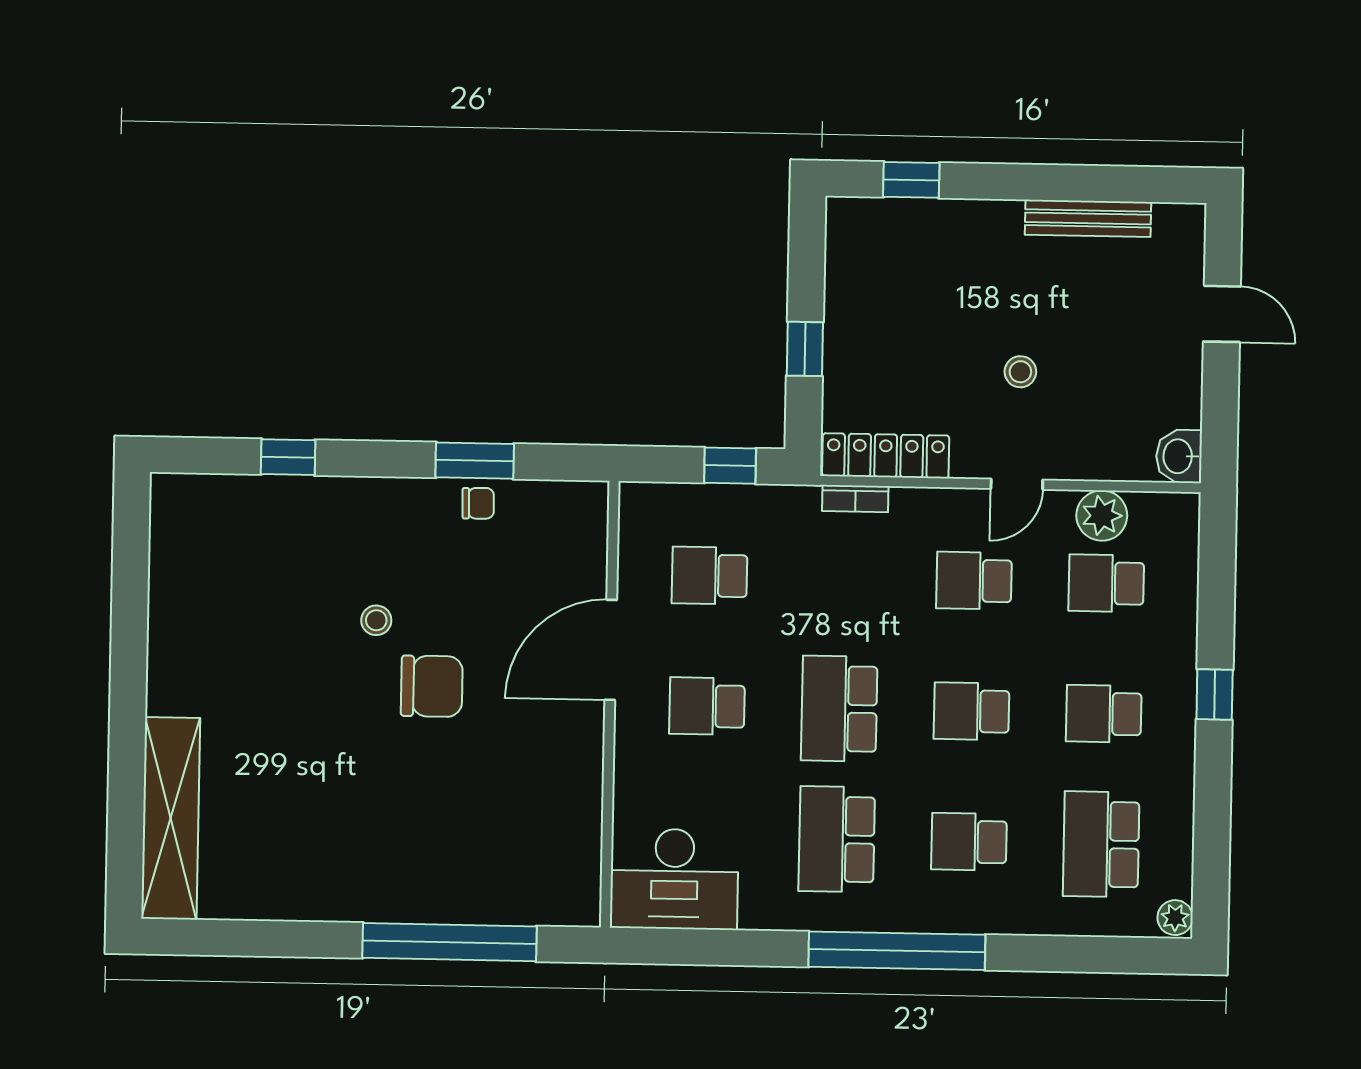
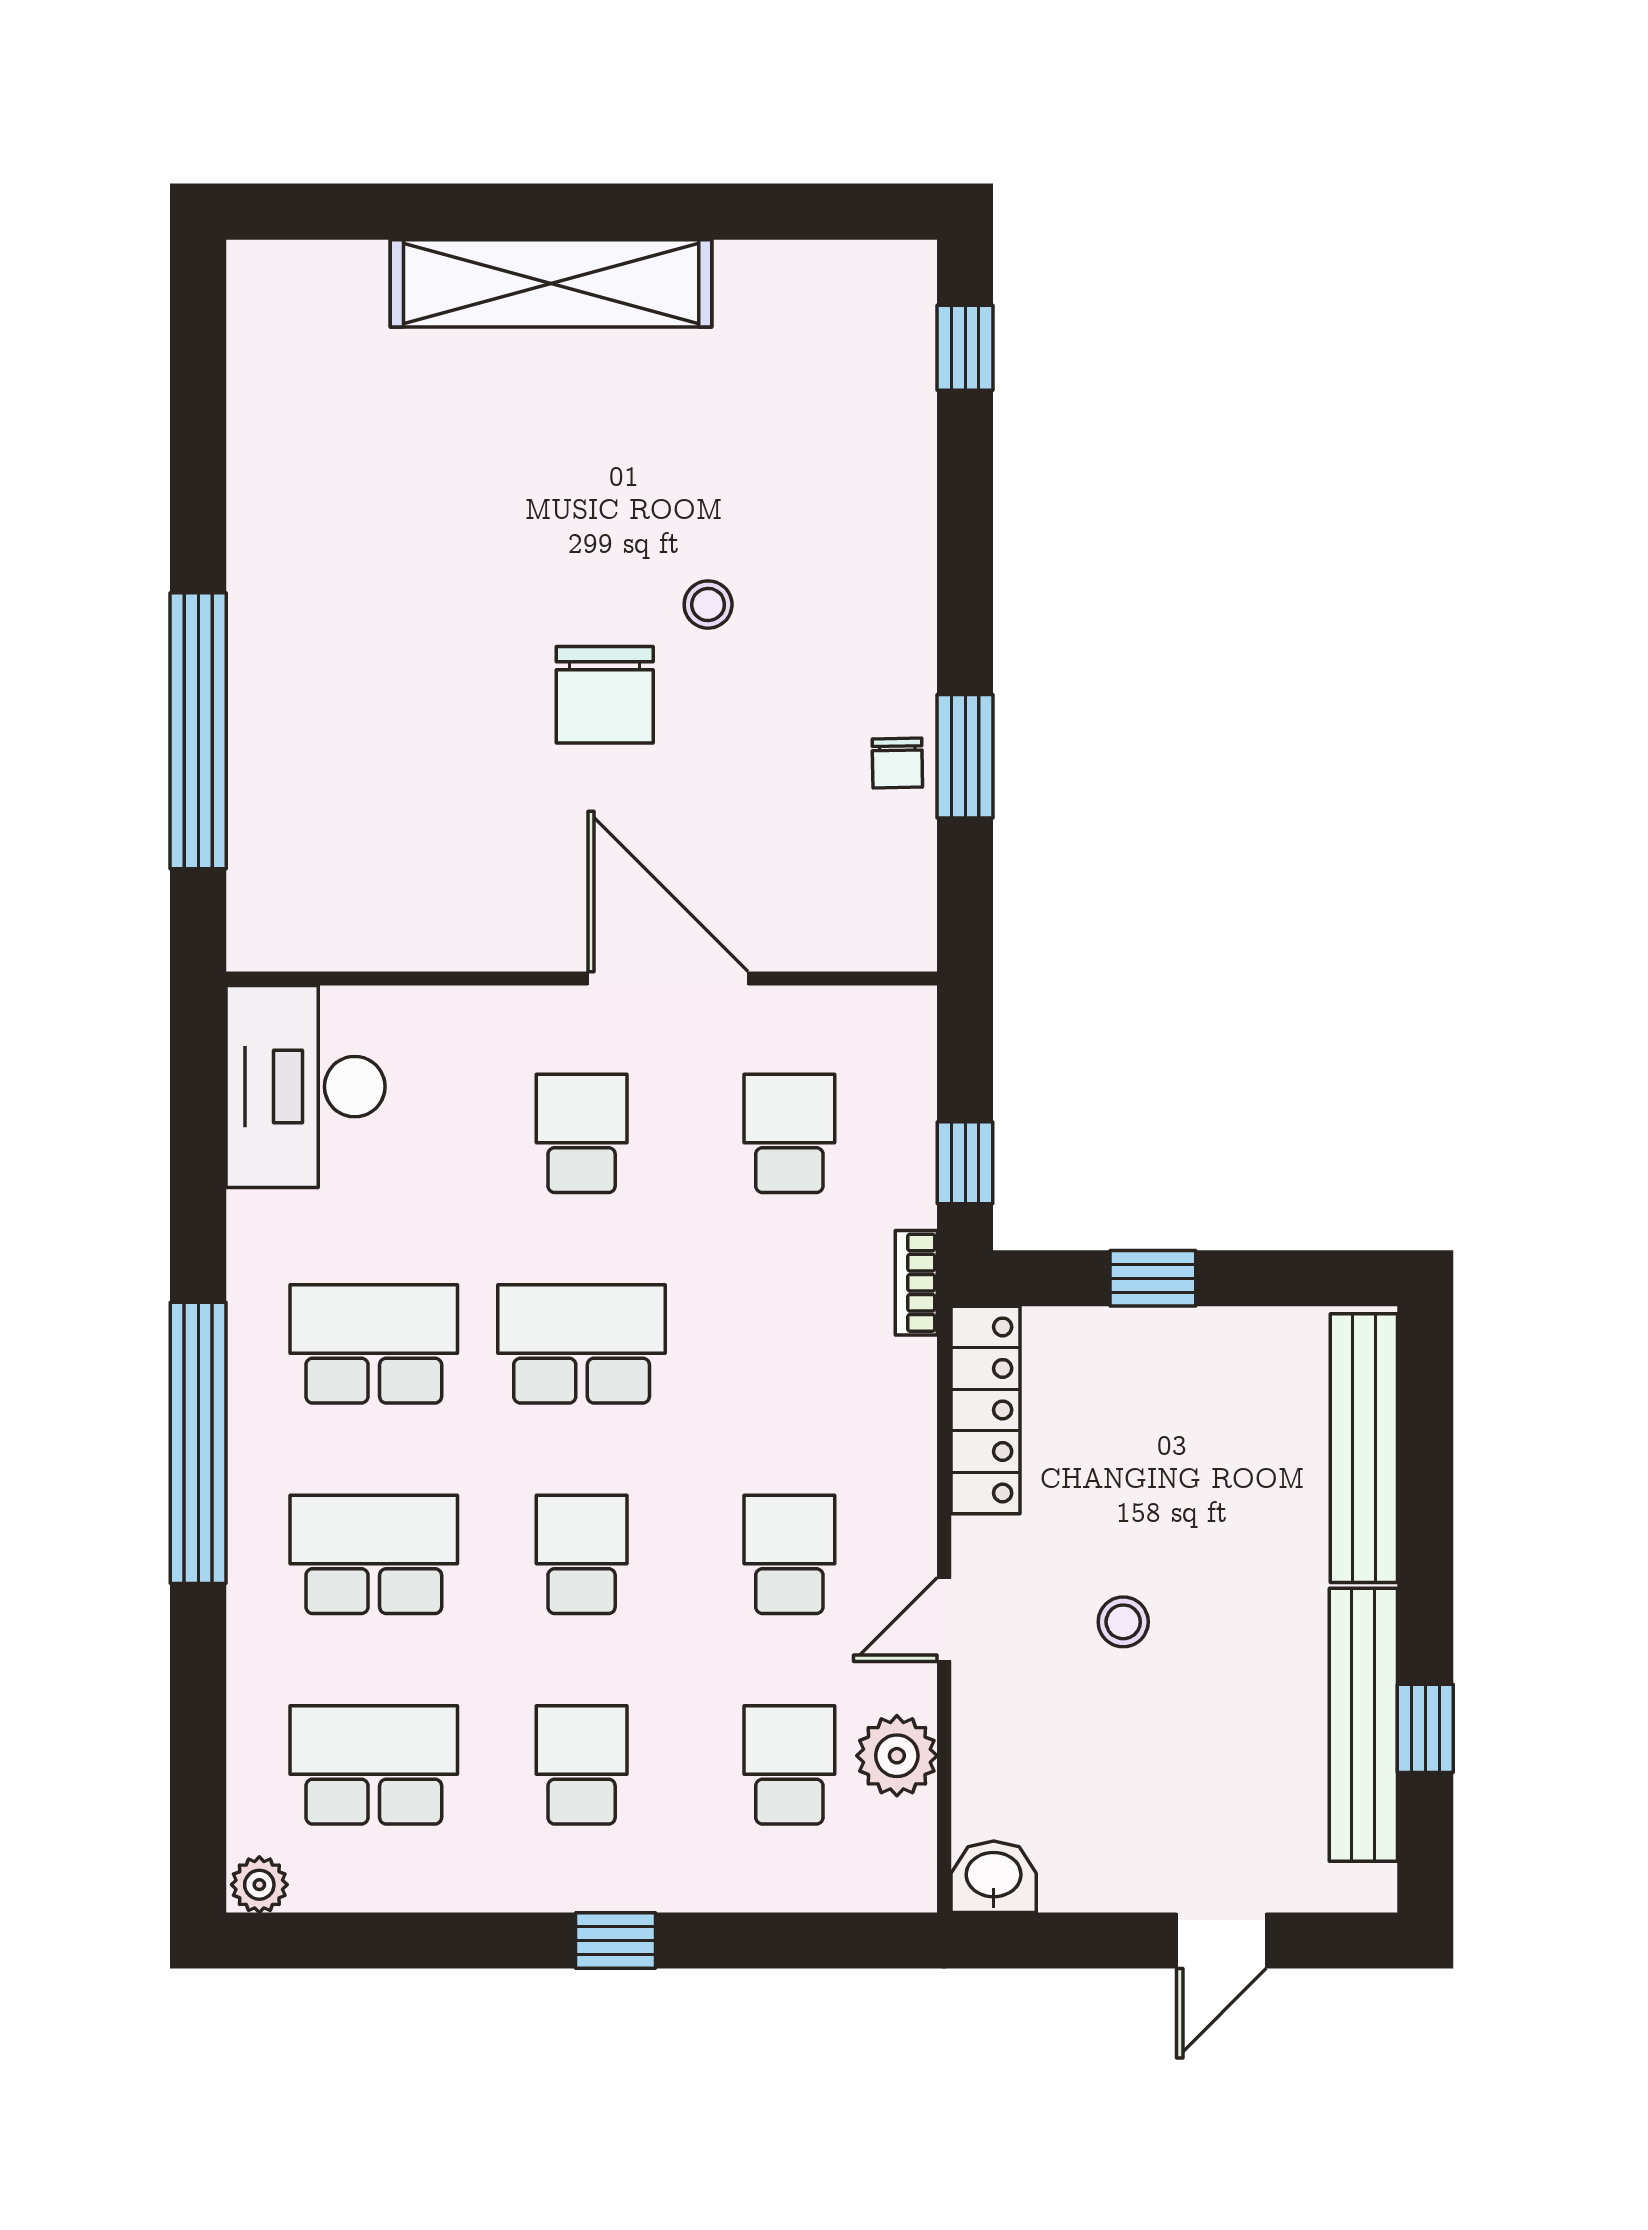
window: (911, 180) -> (1425, 1728), moved
bench: (1088, 218) -> (1363, 1725), width x1.37, depth x1.21
bench: (914, 219) -> (1364, 1448), added
window: (288, 457) -> (965, 348), moved
door: (1017, 484) -> (944, 1619), hinge flipped
bookcase: (855, 499) -> (916, 1283), moved
shelving: (171, 818) -> (551, 283), moved
school desk: (969, 842) -> (374, 1554), width x1.85

